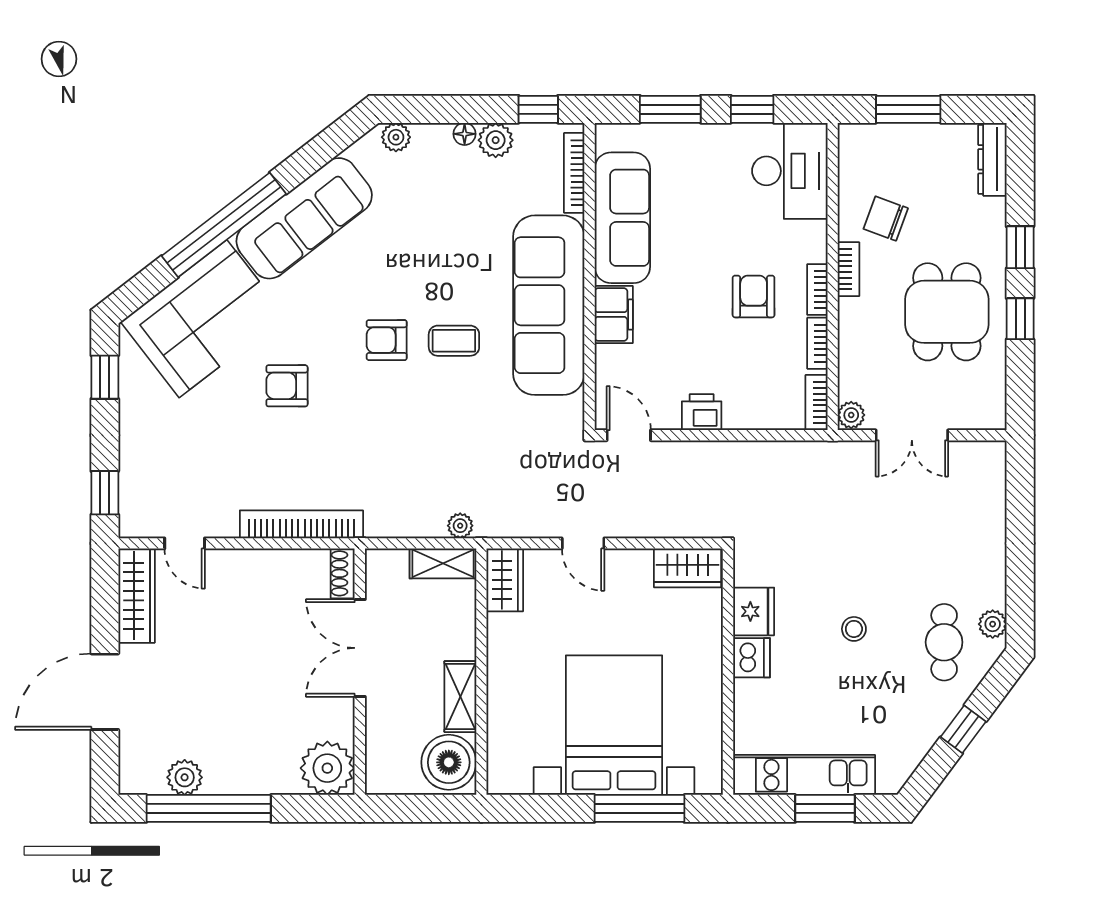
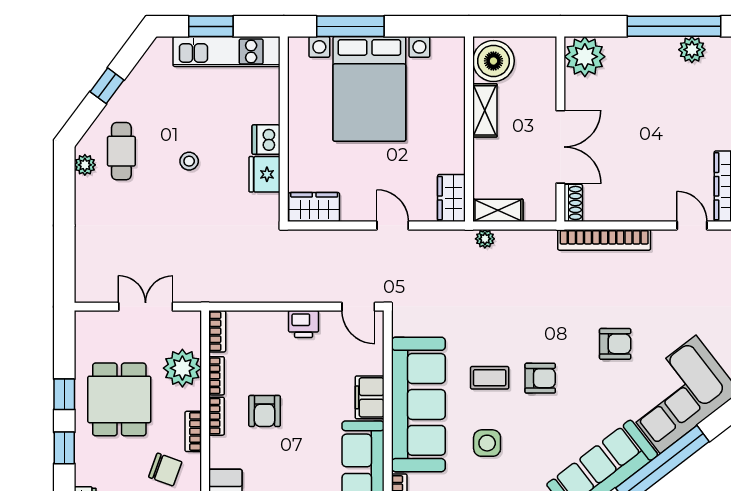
side table: (457, 254) -> (487, 443), added
plant: (851, 415) -> (182, 368), moved, width x1.88, depth x1.88

